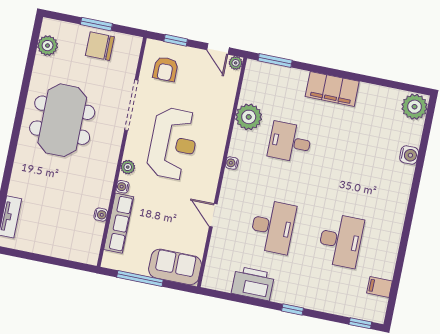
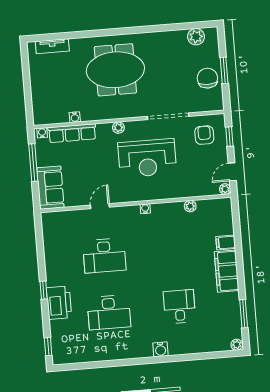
window: (275, 60) -> (244, 314), moved
armchair: (165, 69) -> (204, 135), turned 90
plant: (415, 107) -> (237, 345), width x0.53, depth x0.53
plant: (249, 117) -> (190, 206), width x0.53, depth x0.53
meeting table: (62, 120) -> (115, 70), moved
desk: (290, 142) -> (179, 307), moved
water cooler: (409, 155) -> (160, 349), moved
water cooler: (123, 187) -> (42, 133), moved
printer: (253, 283) -> (59, 303), moved
filing cabinet: (379, 287) -> (226, 243), moved, turned -90

